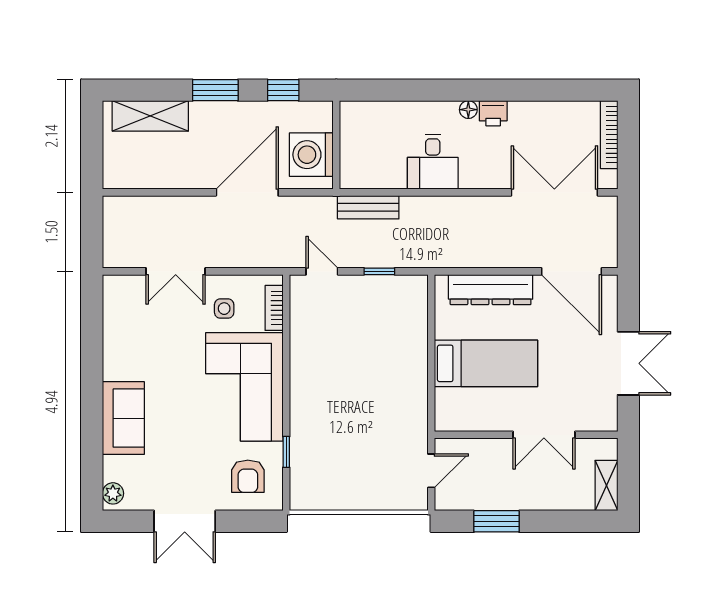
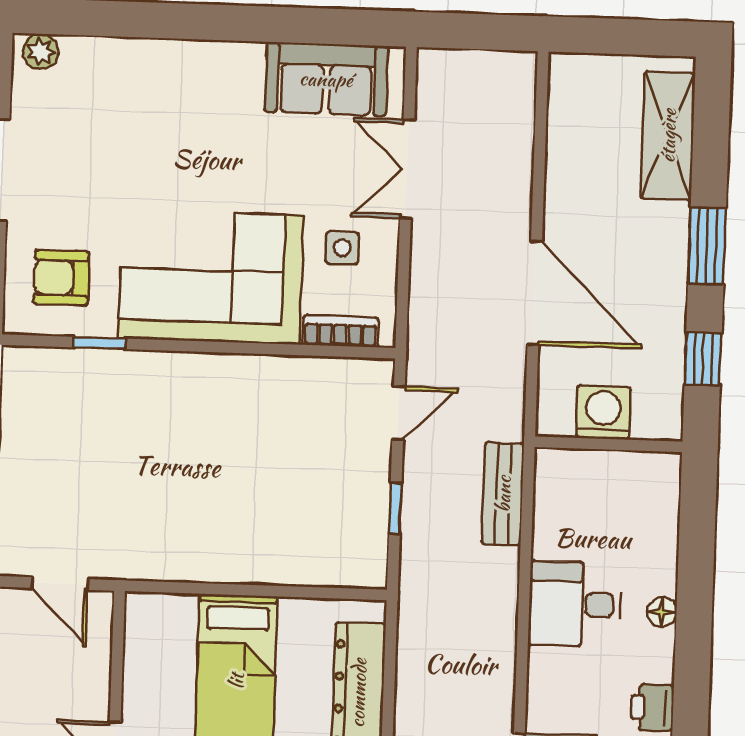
floor lamp: (468, 110) -> (662, 612), moved
washing machine: (311, 155) -> (603, 412), width x0.73, depth x0.73
sofa: (123, 418) -> (326, 79), moved

